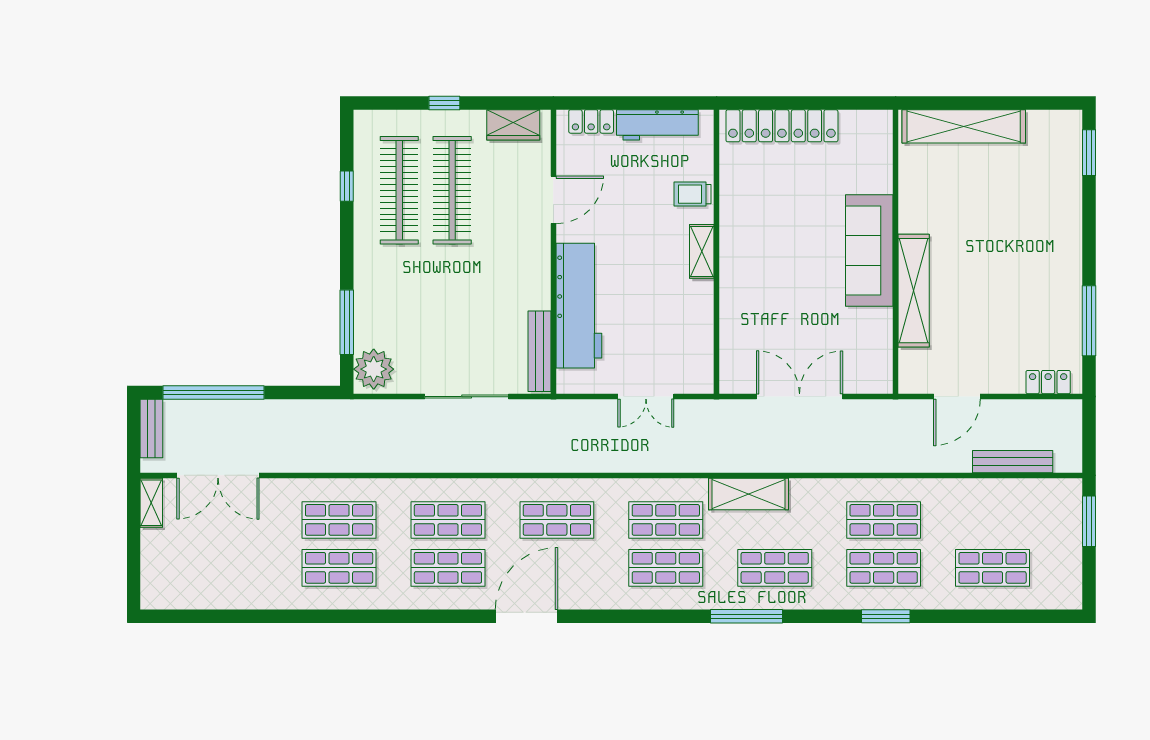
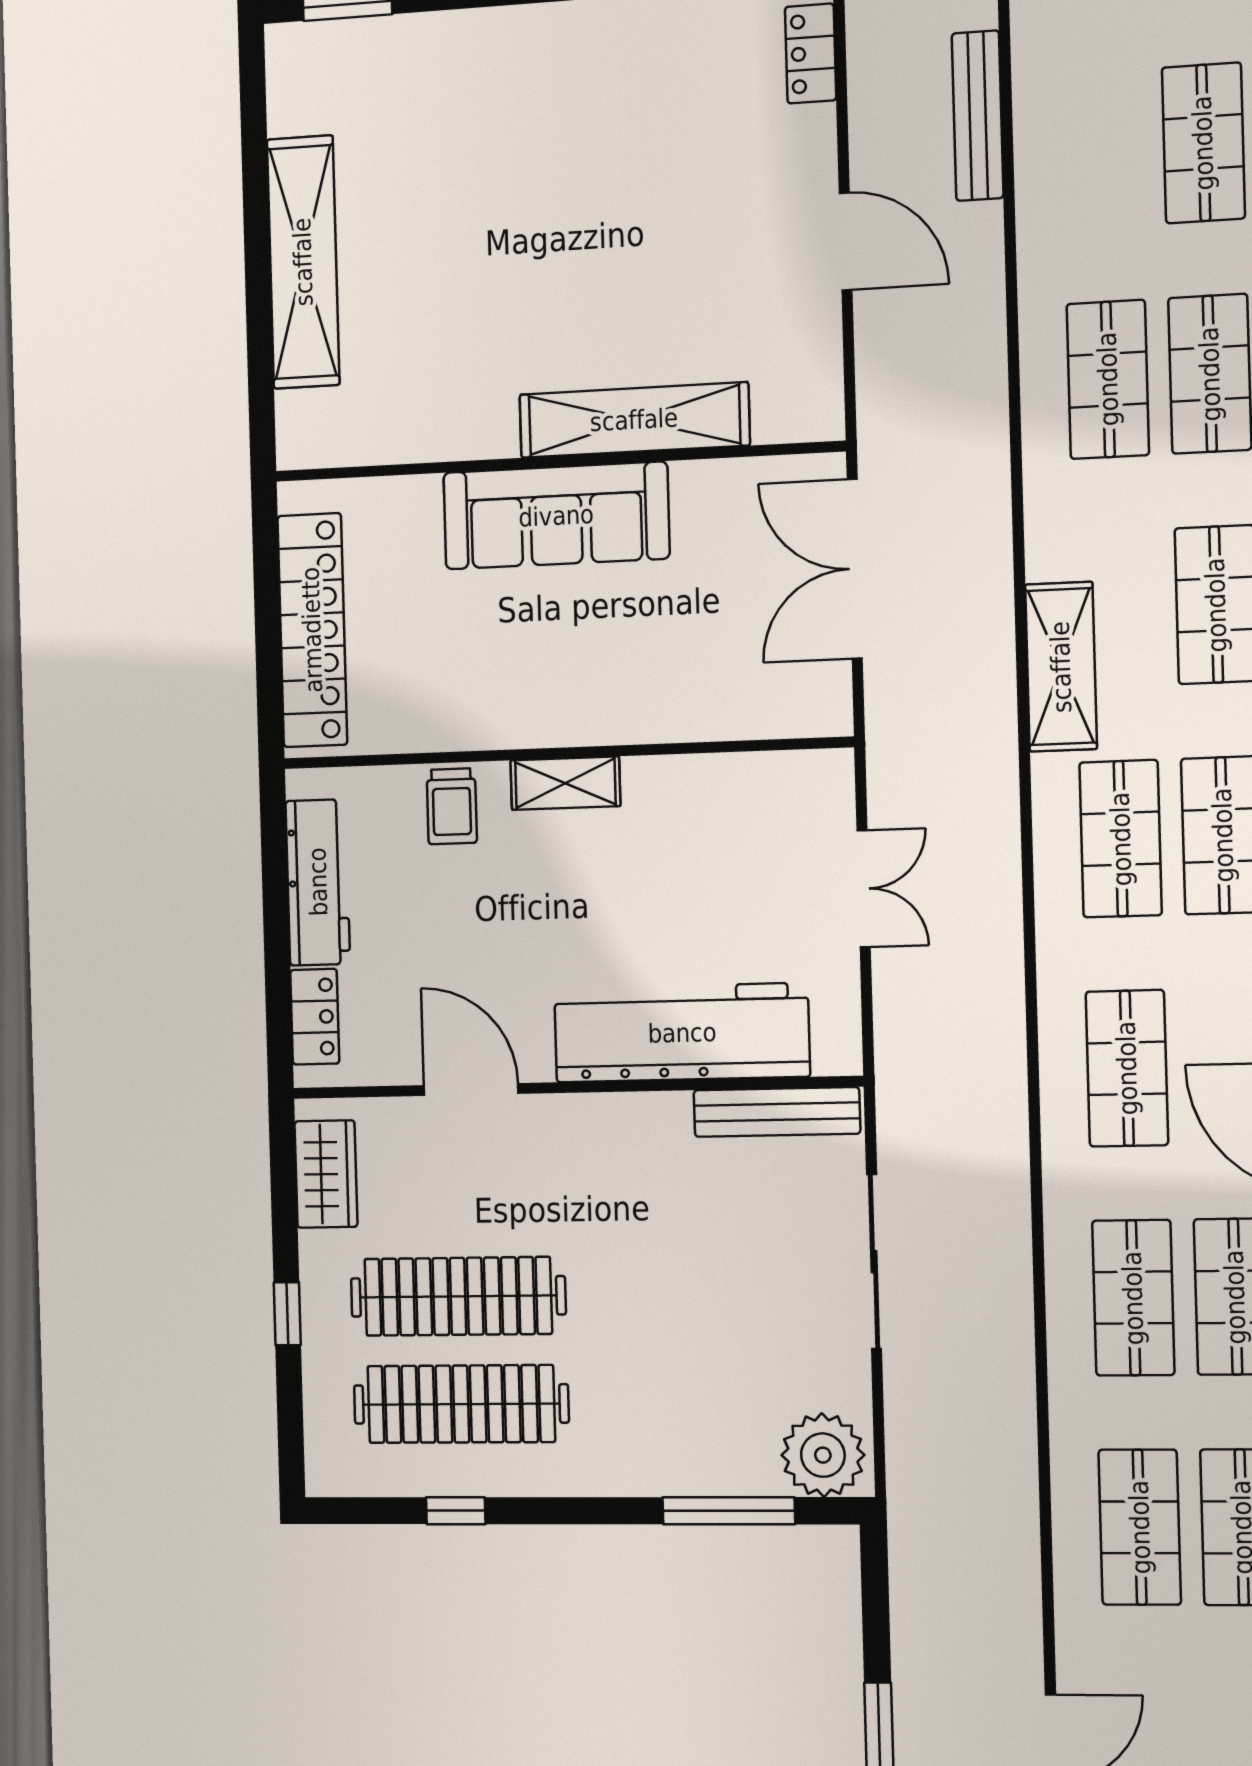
sofa: (869, 251) -> (556, 516), moved
wall: (896, 252) -> (557, 461), moved
shelving: (914, 291) -> (634, 420), moved

